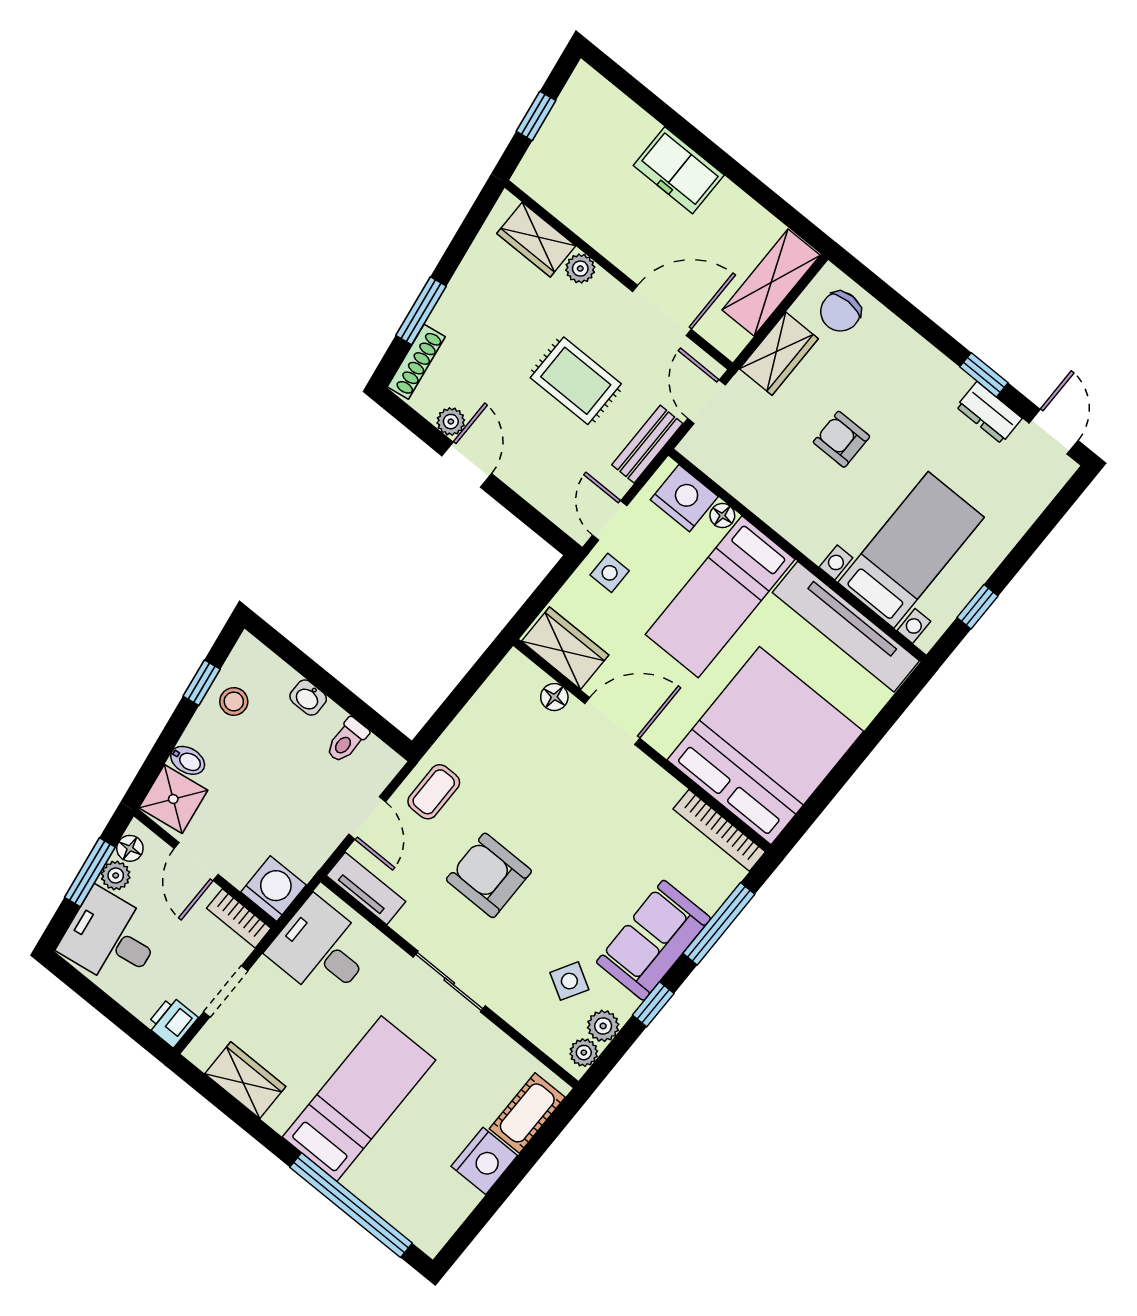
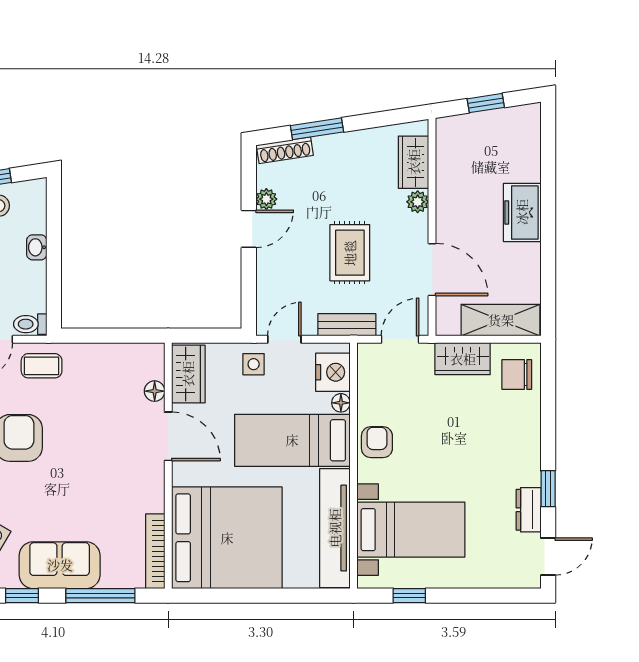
armchair: (841, 439) -> (377, 442), moved
toilet: (347, 740) -> (30, 324), moved

